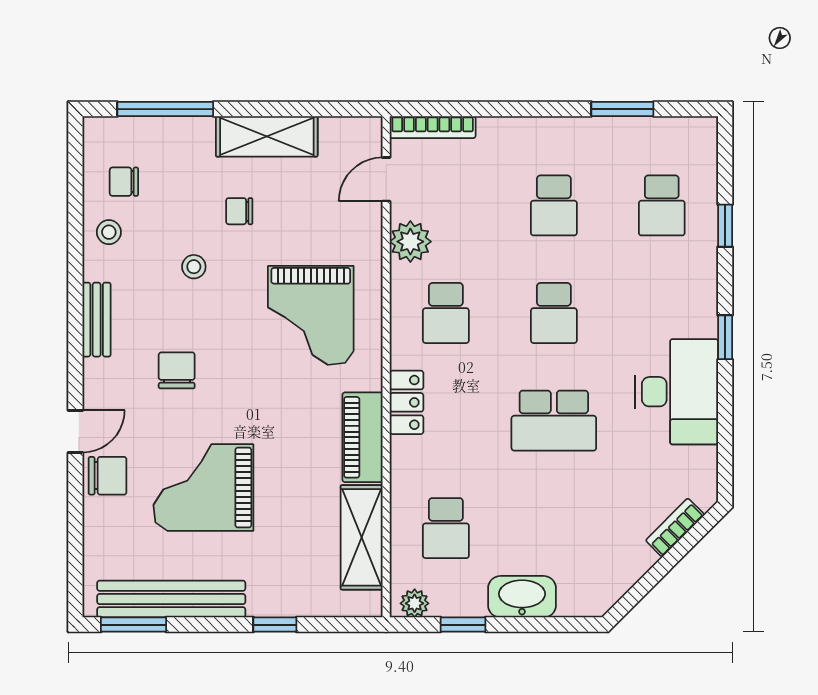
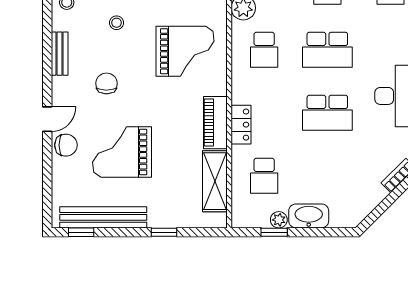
school desk: (554, 313) -> (327, 50), width x1.85
grand piano: (311, 315) -> (185, 51), turned -90
locker: (407, 402) -> (241, 125), moved
plant: (415, 603) -> (279, 220), moved
window: (133, 625) -> (81, 232), width x0.67

